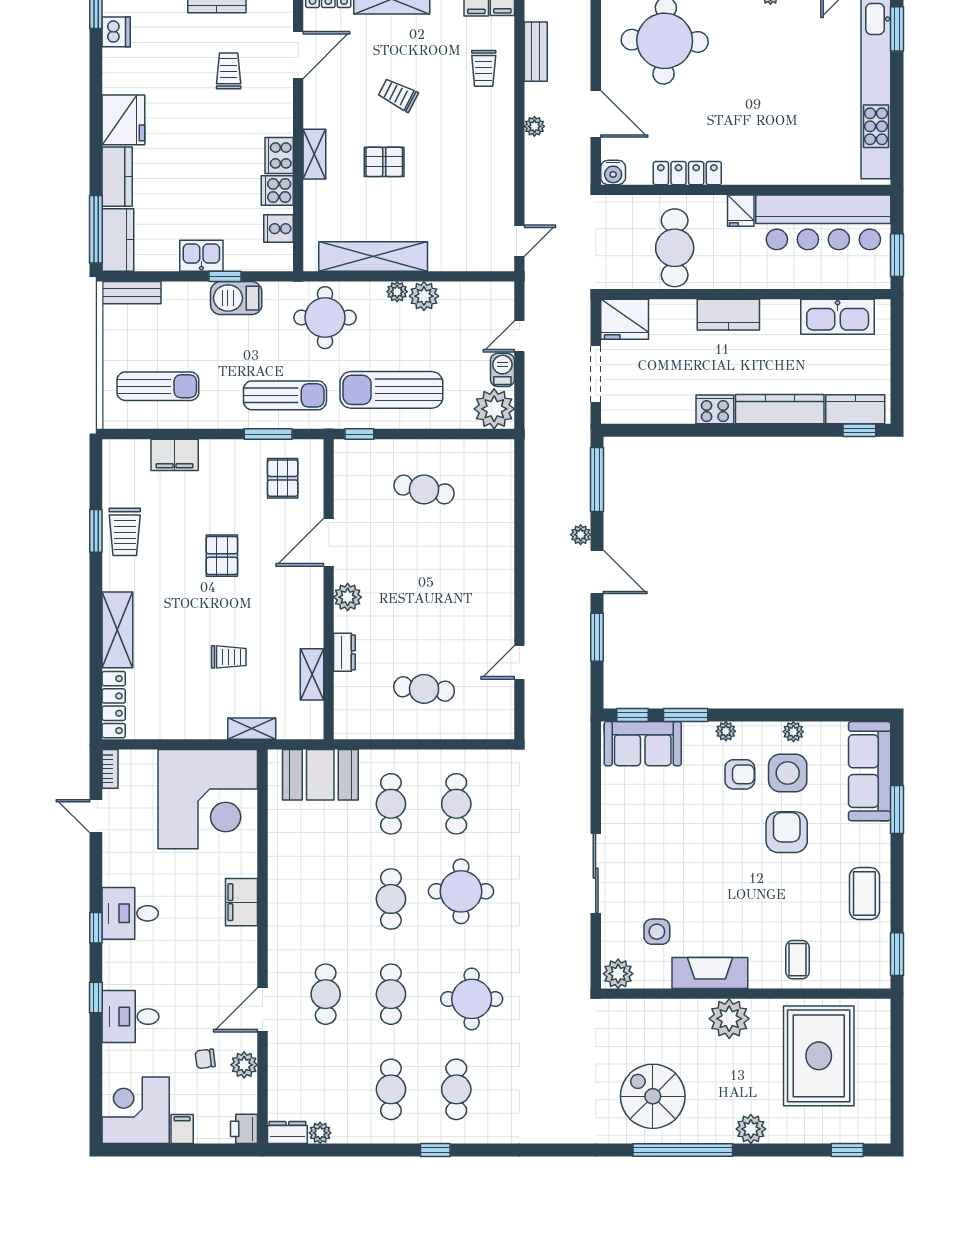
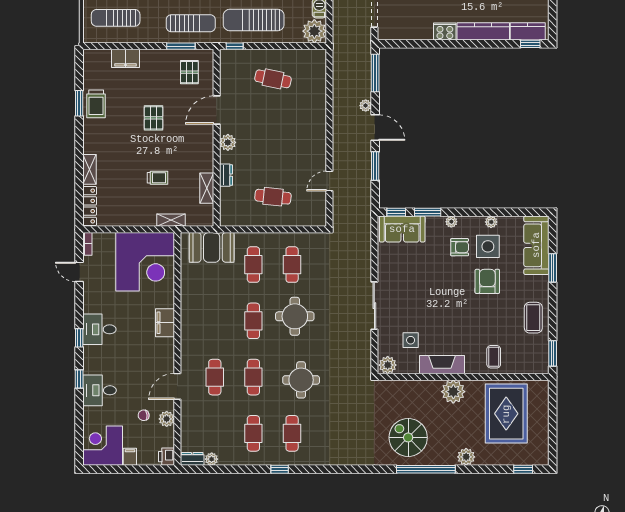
sun lounger: (158, 386) -> (116, 18), turned 180
shelving: (117, 630) -> (90, 169), width x0.67, depth x0.75

